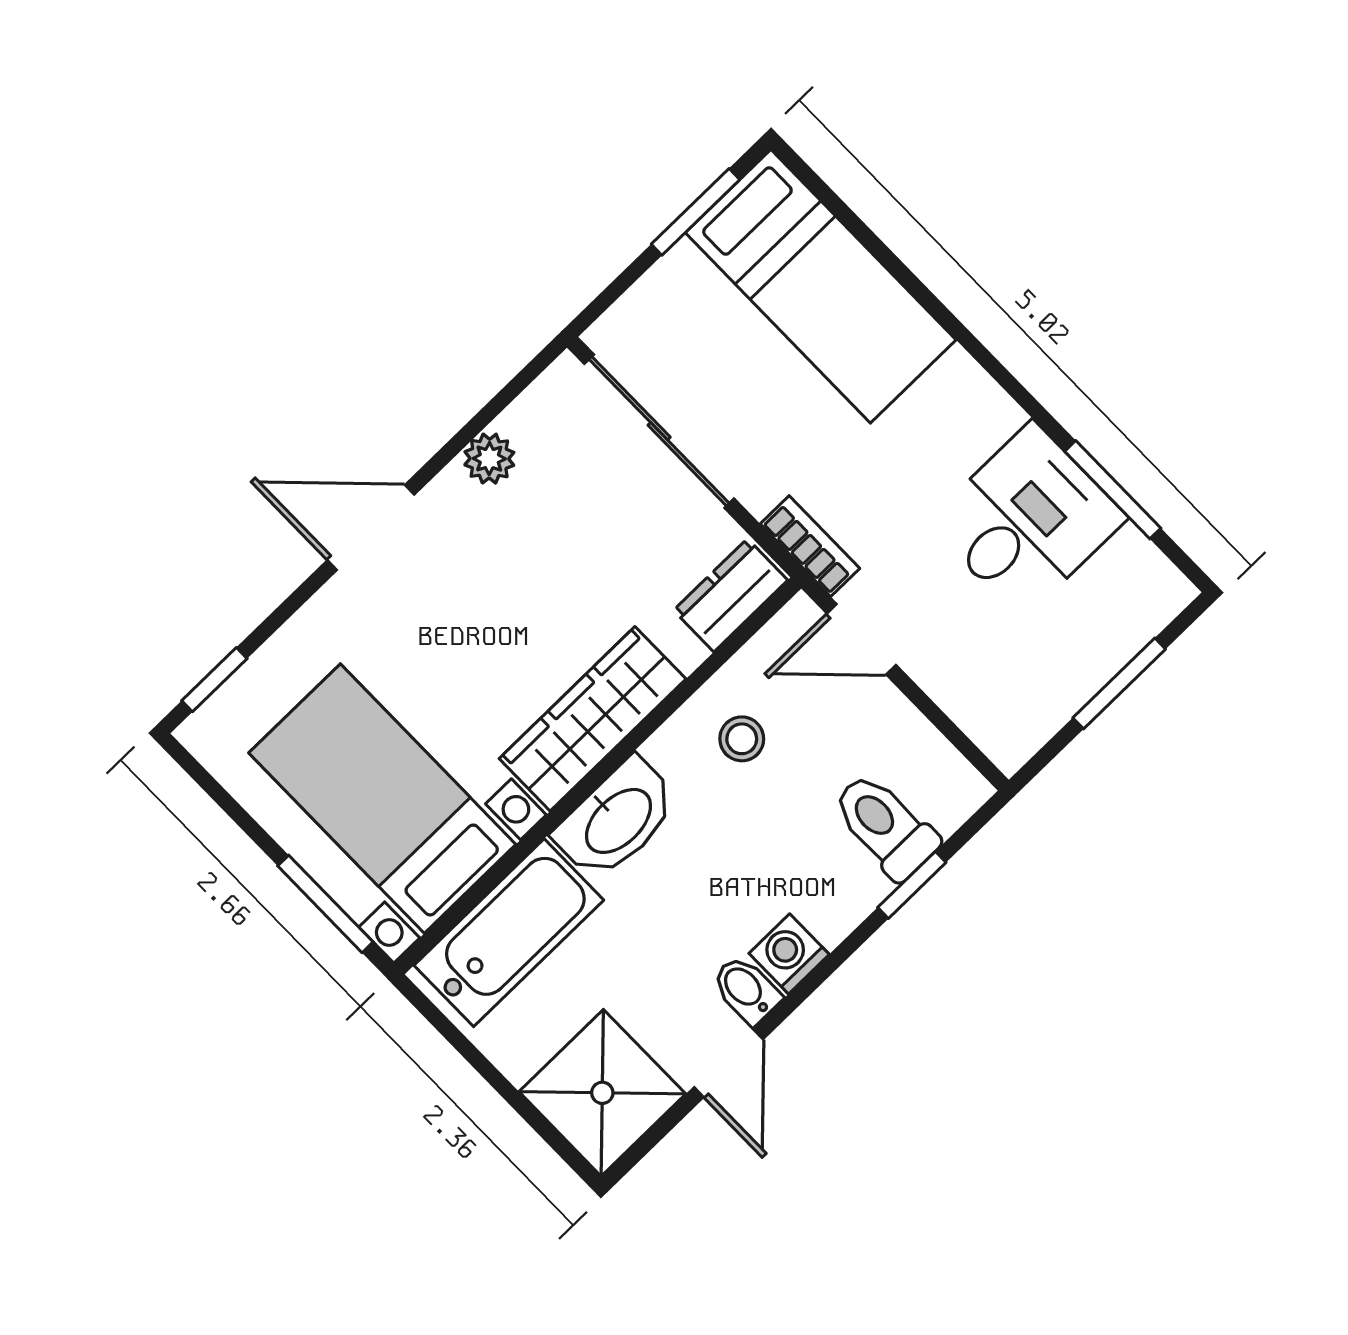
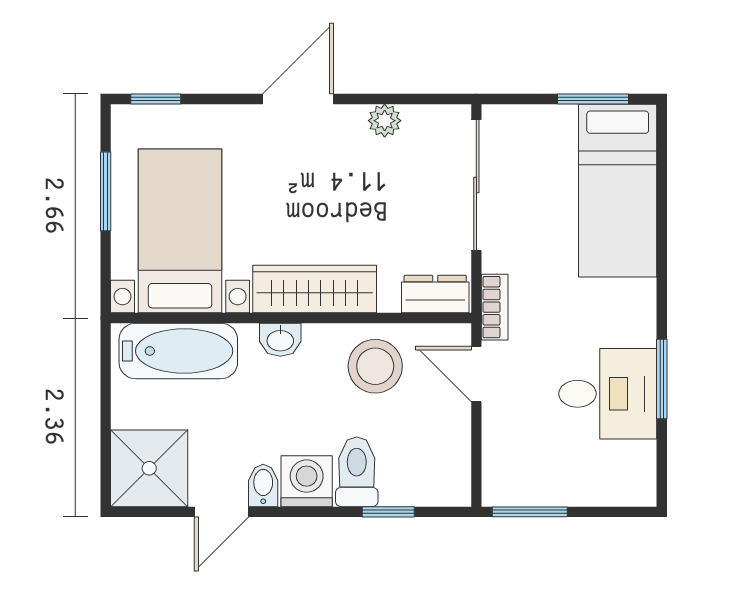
window: (1113, 490) -> (662, 379), moved
door: (371, 527) -> (298, 99), hinge flipped
window: (1119, 683) -> (530, 512), moved
stool: (742, 739) -> (375, 366), width x1.89, depth x1.89
washbasin: (617, 819) -> (280, 340), width x0.52, depth x0.69
toilet: (885, 826) -> (357, 472), moved
window: (325, 904) -> (106, 191), moved
washing machine: (789, 954) -> (307, 481), width x1.38, depth x1.38

